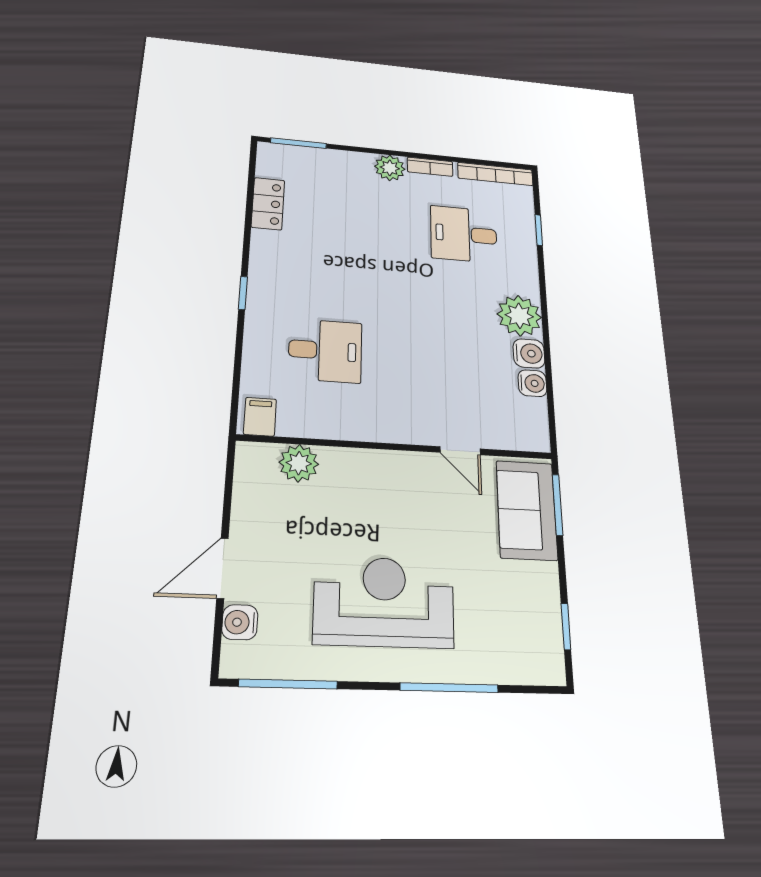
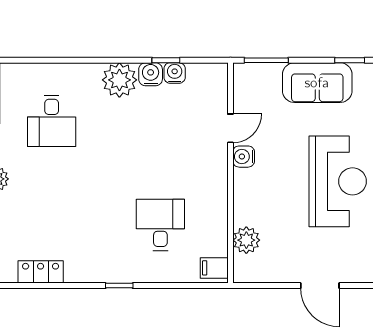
window: (539, 230) -> (166, 60), moved
sofa: (527, 510) -> (317, 83), moved
reception desk: (384, 602) -> (338, 181), turned 180
water cooler: (240, 622) -> (244, 157), moved, turned 90

